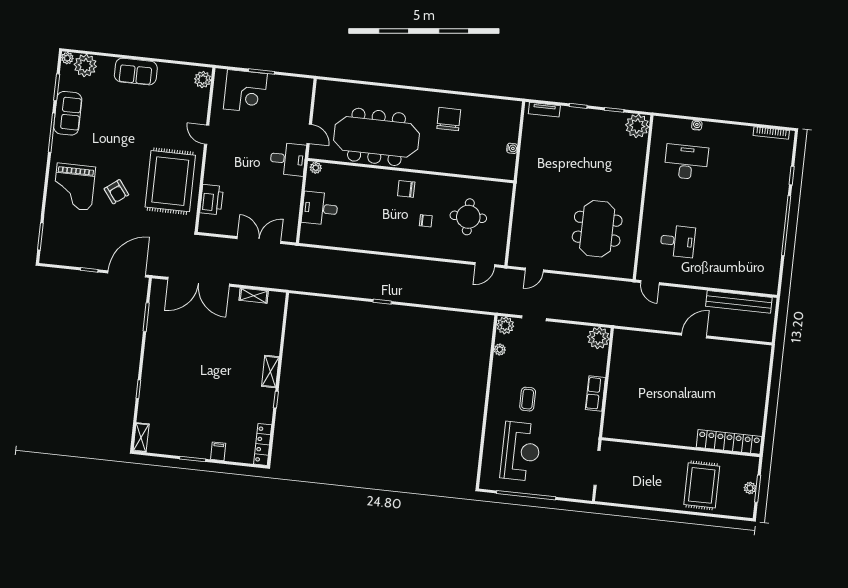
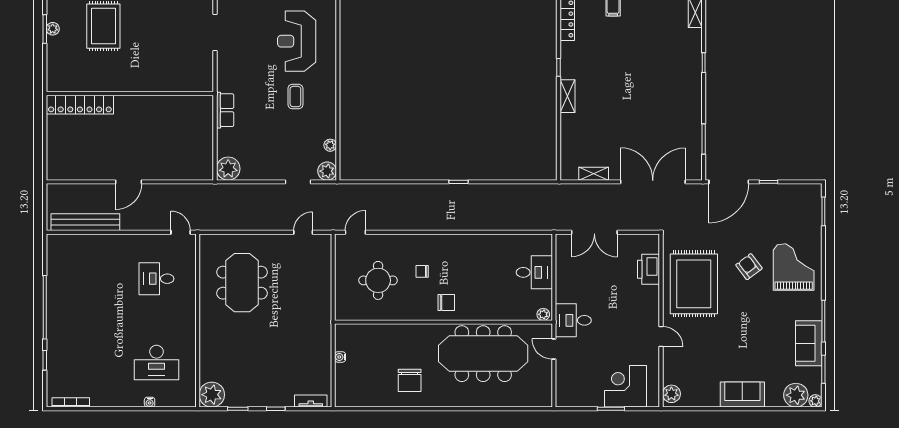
locker: (729, 442) -> (80, 105), moved
wall: (681, 447) -> (130, 94), moved

